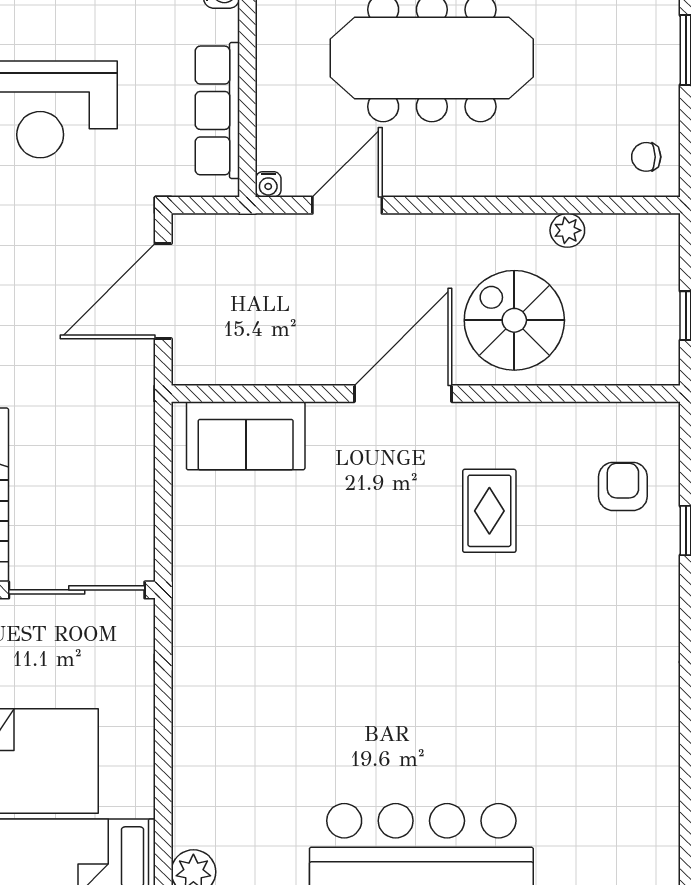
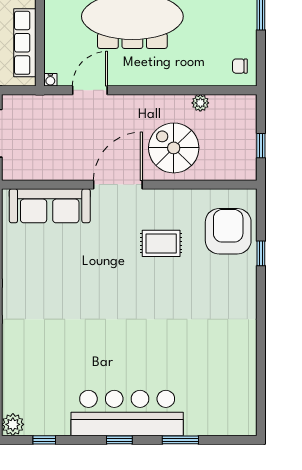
sofa: (246, 436) -> (50, 206), width x1.36
armchair: (623, 486) -> (228, 231), width x1.88, depth x1.88
rug: (489, 511) -> (161, 243), turned 90

